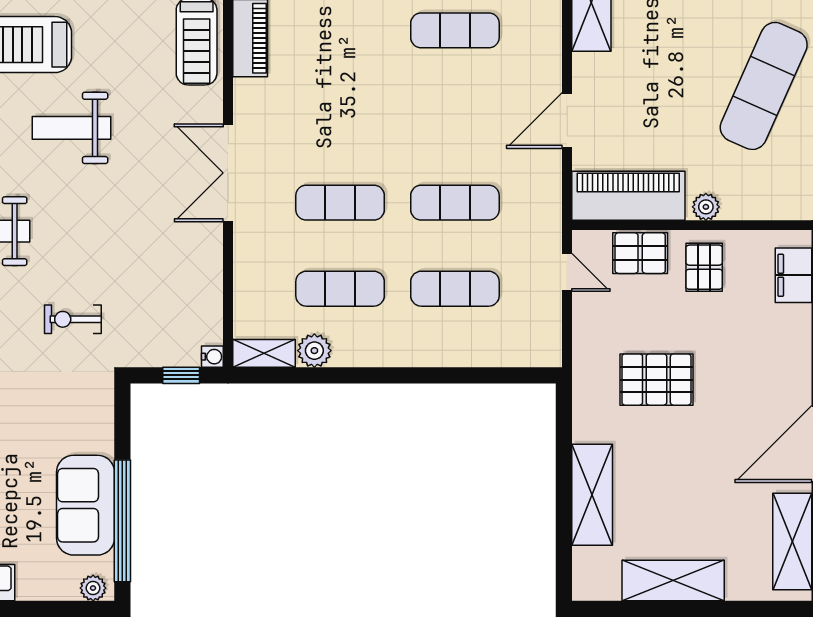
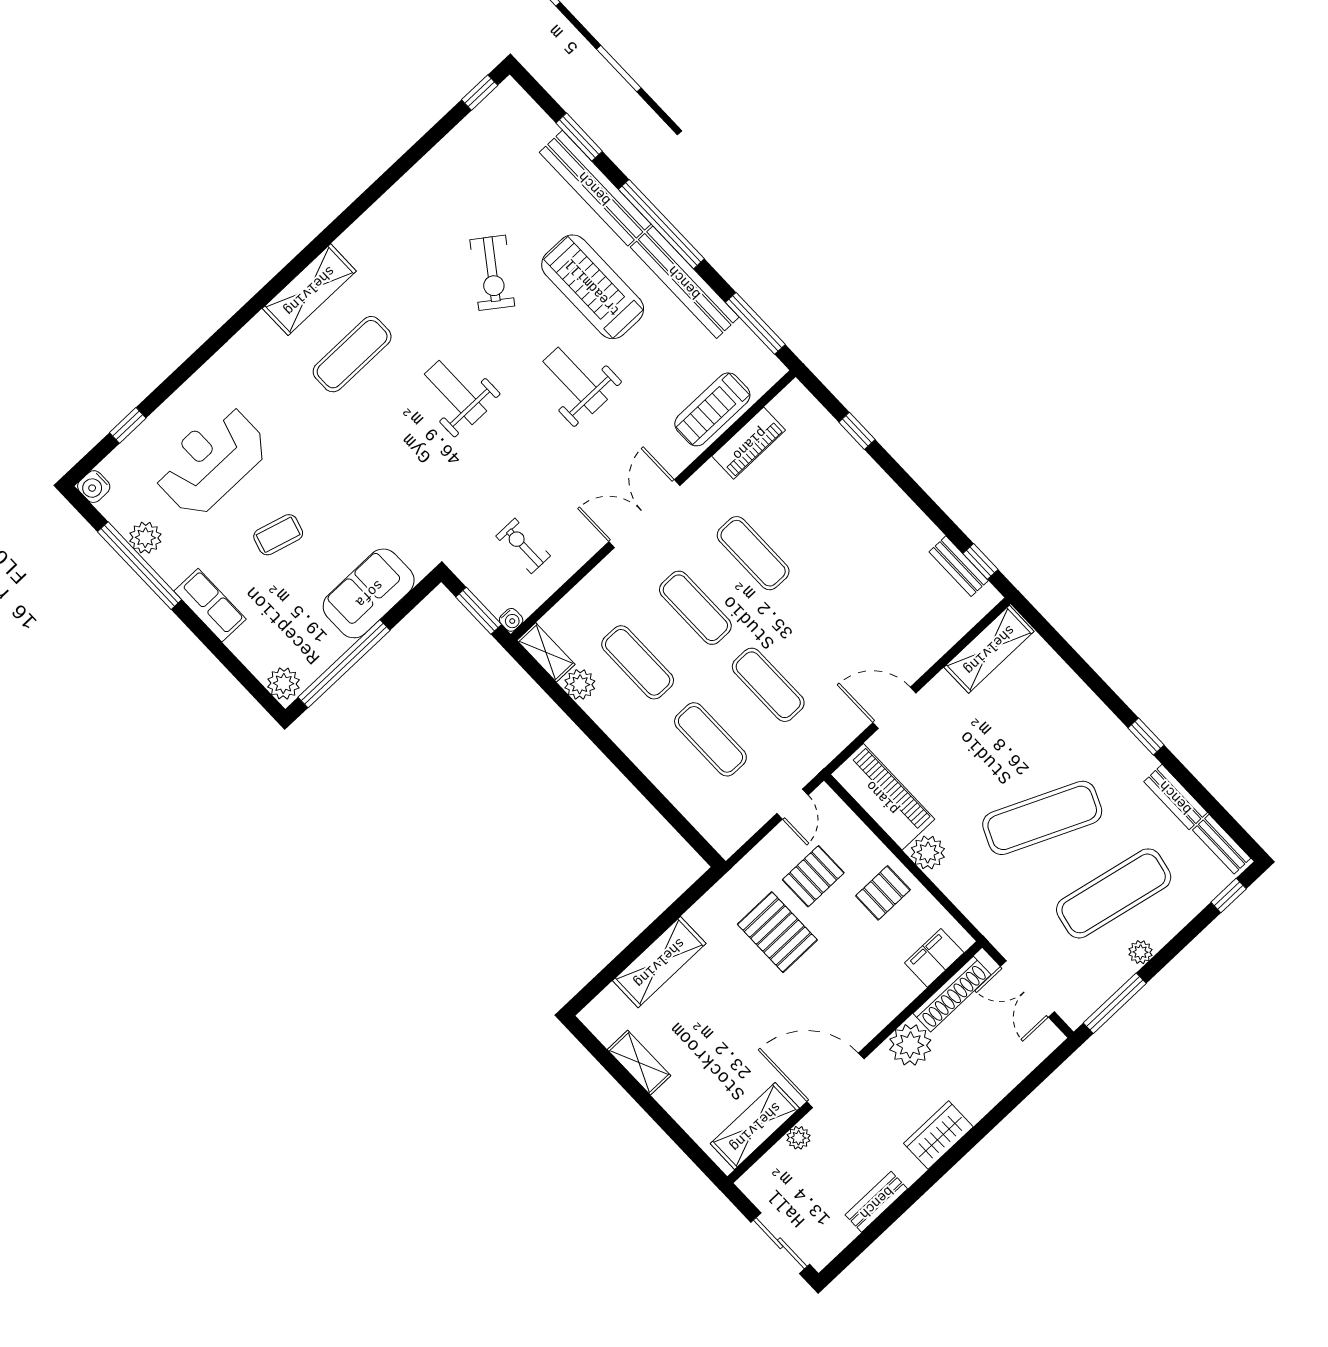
exercise mat: (455, 30) -> (753, 553), moved
plant: (706, 207) -> (928, 853), width x1.38, depth x1.38
pallet: (640, 253) -> (813, 876), moved, turned 90
exercise bike: (73, 319) -> (523, 546), moved
window: (181, 375) -> (479, 611), width x1.50
sofa: (86, 505) -> (369, 593), moved
shelving: (673, 581) -> (639, 1063), width x0.67, depth x0.75
plant: (93, 588) -> (283, 683), width x1.38, depth x1.38

